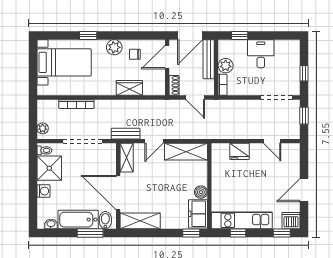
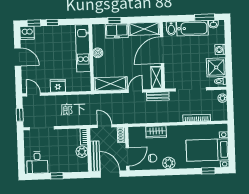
window: (88, 36) -> (208, 171), moved
door: (190, 36) -> (110, 174), hinge flipped
window: (240, 36) -> (57, 176), moved
desk: (261, 54) -> (37, 162), moved
window: (304, 73) -> (21, 148), removed
door: (272, 141) -> (34, 95), moved
fridge: (240, 151) -> (58, 86), moved
door: (304, 190) -> (18, 57), hinge flipped
door: (118, 193) -> (162, 50), swing flipped
freezer: (198, 214) -> (117, 31), moved, turned 90
kitchen unit: (242, 220) -> (83, 48), moved, turned 90
window: (90, 233) -> (205, 17), moved
window: (191, 233) -> (114, 20), moved
window: (238, 233) -> (52, 22), moved

